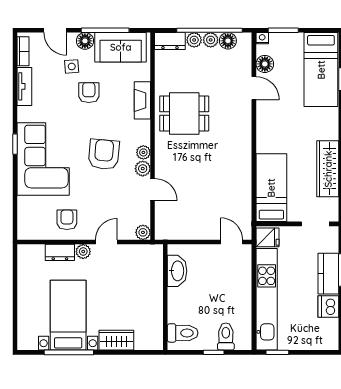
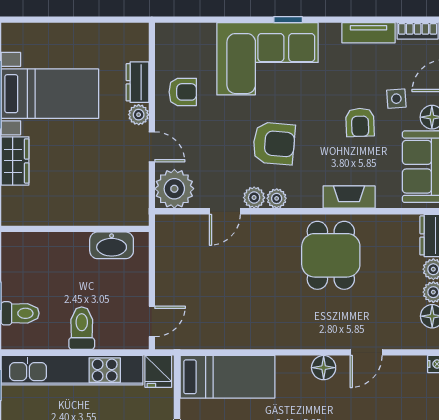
floor lamp: (265, 64) -> (324, 368), moved
armchair: (89, 93) -> (360, 122), turned 88
plant: (143, 232) -> (174, 189), width x1.87, depth x1.87
toilet: (183, 333) -> (82, 328), moved, turned 180

